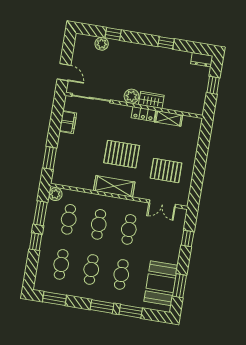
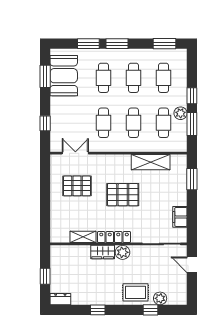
rug: (125, 54) -> (136, 292), added
locker: (143, 114) -> (114, 237), width x1.53
shelving: (114, 186) -> (151, 162), moved
plant: (55, 194) -> (181, 113), moved

